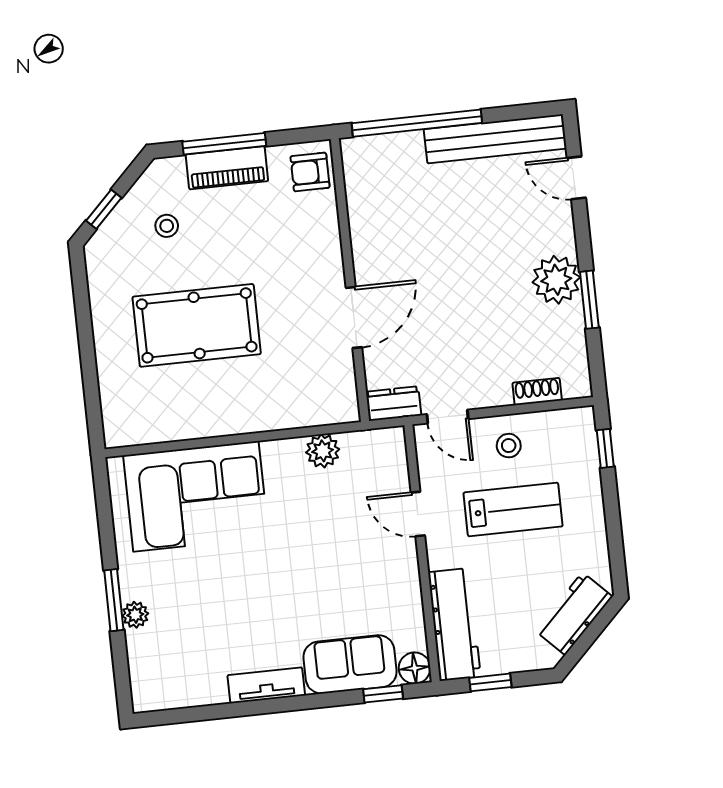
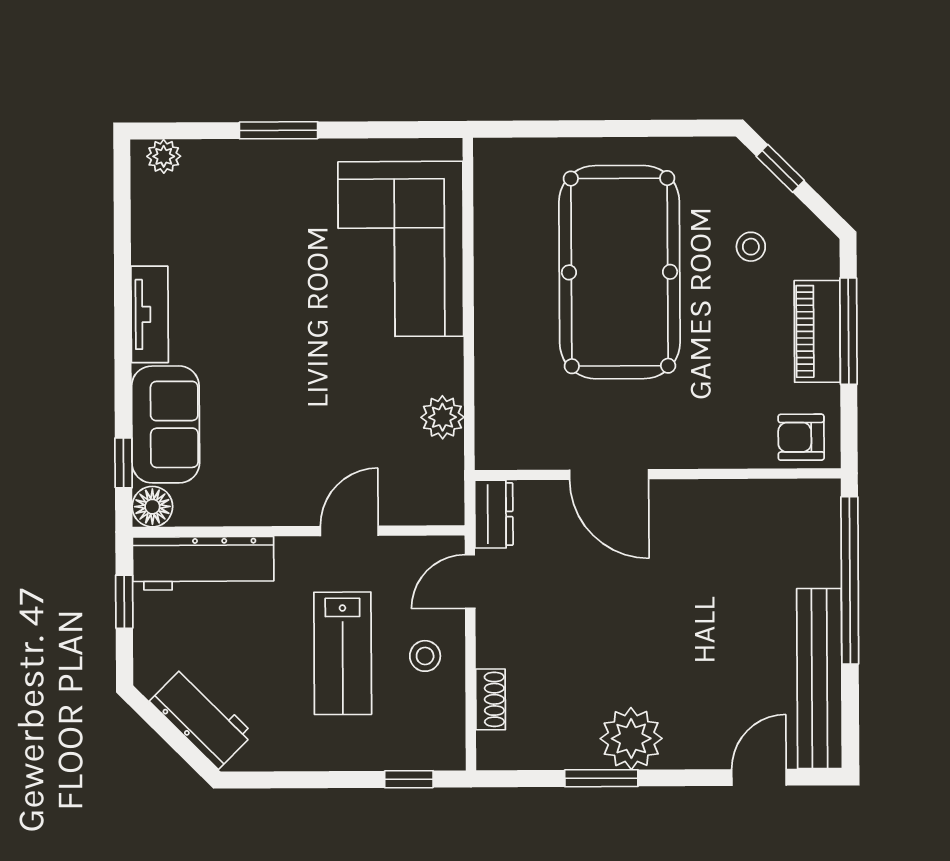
armchair: (310, 172) -> (801, 437), turned -90
pool table: (197, 325) -> (619, 272), width x1.36, depth x1.32
plant: (135, 615) -> (164, 156), moved

